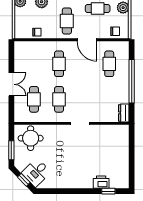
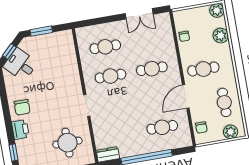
double door: (11, 84) -> (139, 14), moved
round table: (31, 138) -> (68, 143), moved
chair: (72, 177) -> (22, 107), added
printer: (101, 182) -> (20, 130), moved

